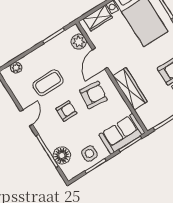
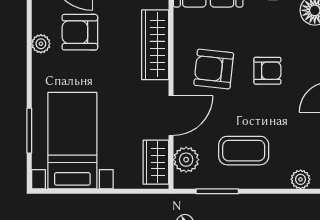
wardrobe: (98, 18) -> (156, 162), moved, turned -90
coffee table: (48, 83) -> (244, 151), moved
armchair: (66, 111) -> (267, 71), turned 180

